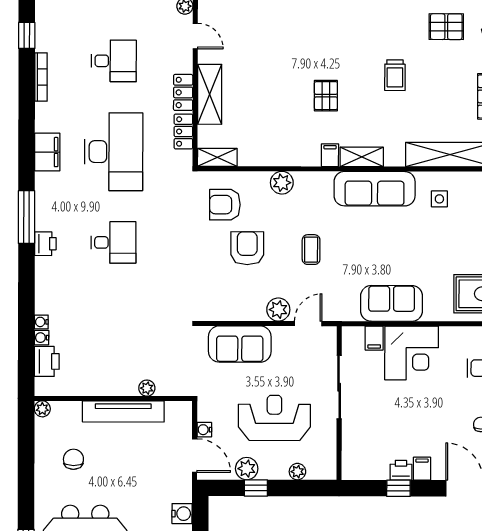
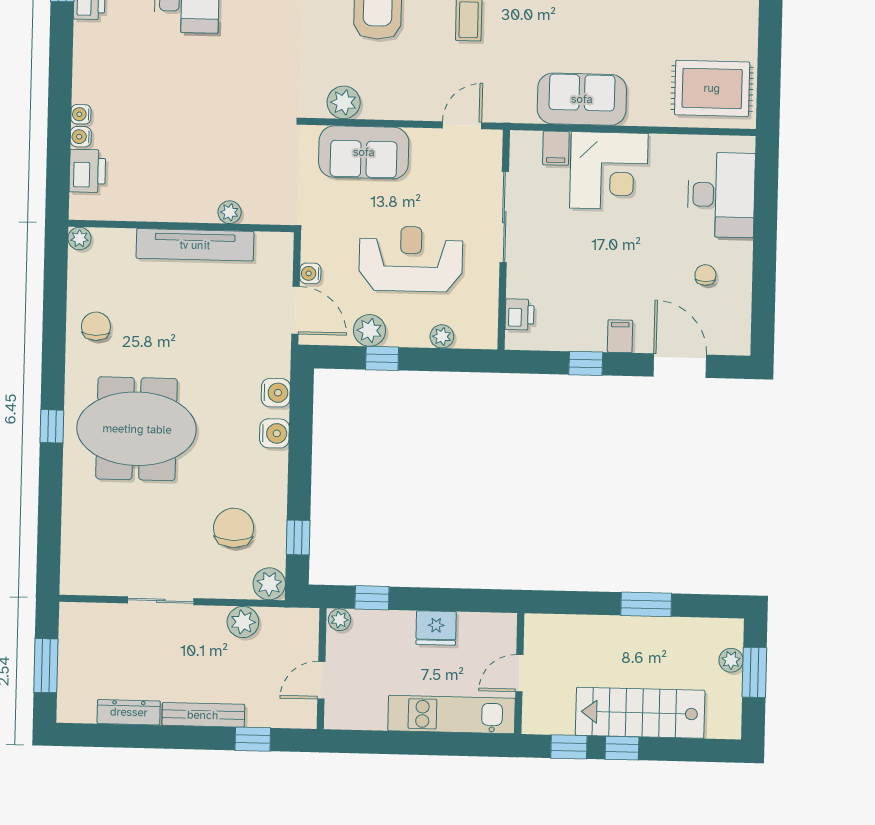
plant: (278, 310) -> (344, 102), moved
chair: (73, 459) -> (96, 326), moved
printer: (401, 470) -> (520, 315), moved, turned 90

